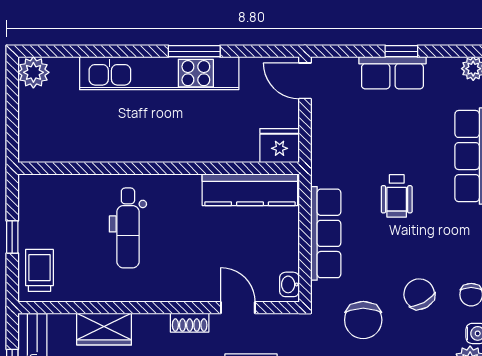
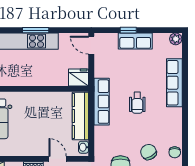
window: (401, 51) -> (128, 30), moved
kitchen counter: (250, 190) -> (80, 116), moved, turned 90
row of seats: (326, 233) -> (102, 102), moved

